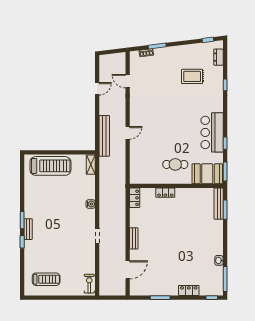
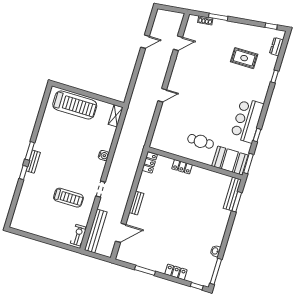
door: (128, 81) -> (178, 43), swing flipped
bench: (104, 136) -> (96, 231), moved
treadmill: (46, 279) -> (68, 198), moved

